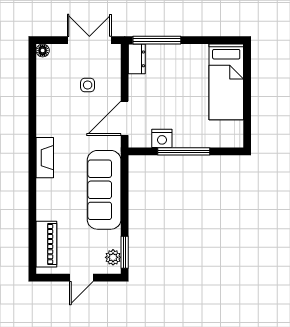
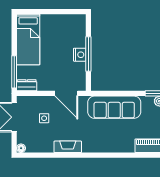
bed: (226, 82) -> (28, 39), moved, turned 90
nightstand: (162, 138) -> (80, 55), moved
fireplace: (45, 158) -> (68, 147), moved

